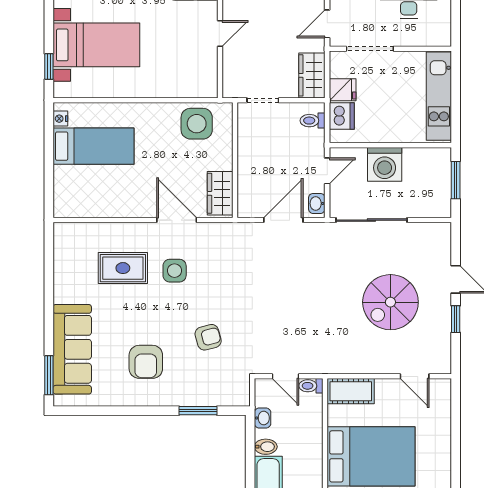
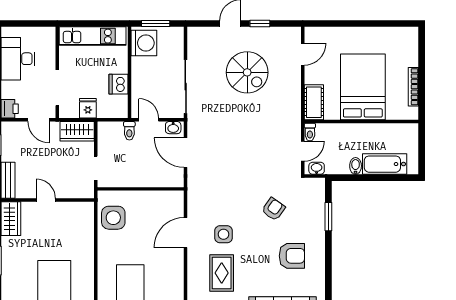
dishwasher: (342, 116) -> (118, 84), moved, turned -90
toilet: (313, 121) -> (129, 131), moved
washing machine: (385, 164) -> (144, 43), moved
wardrobe: (220, 193) -> (166, 200), removed
armchair: (208, 337) -> (273, 209), turned 50
washbasin: (263, 418) -> (317, 168), moved

